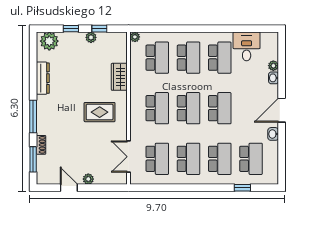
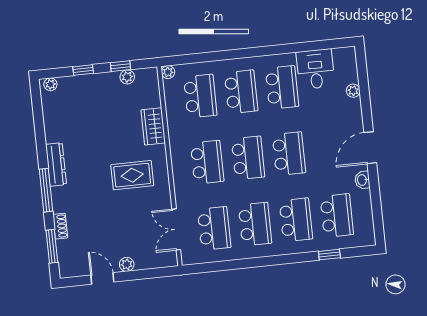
plant: (91, 37) -> (127, 77), moved
plant: (49, 41) -> (50, 84), width x0.53, depth x0.53
dresser: (43, 78) -> (56, 164), moved
washbasin: (274, 78) -> (355, 107), removed

